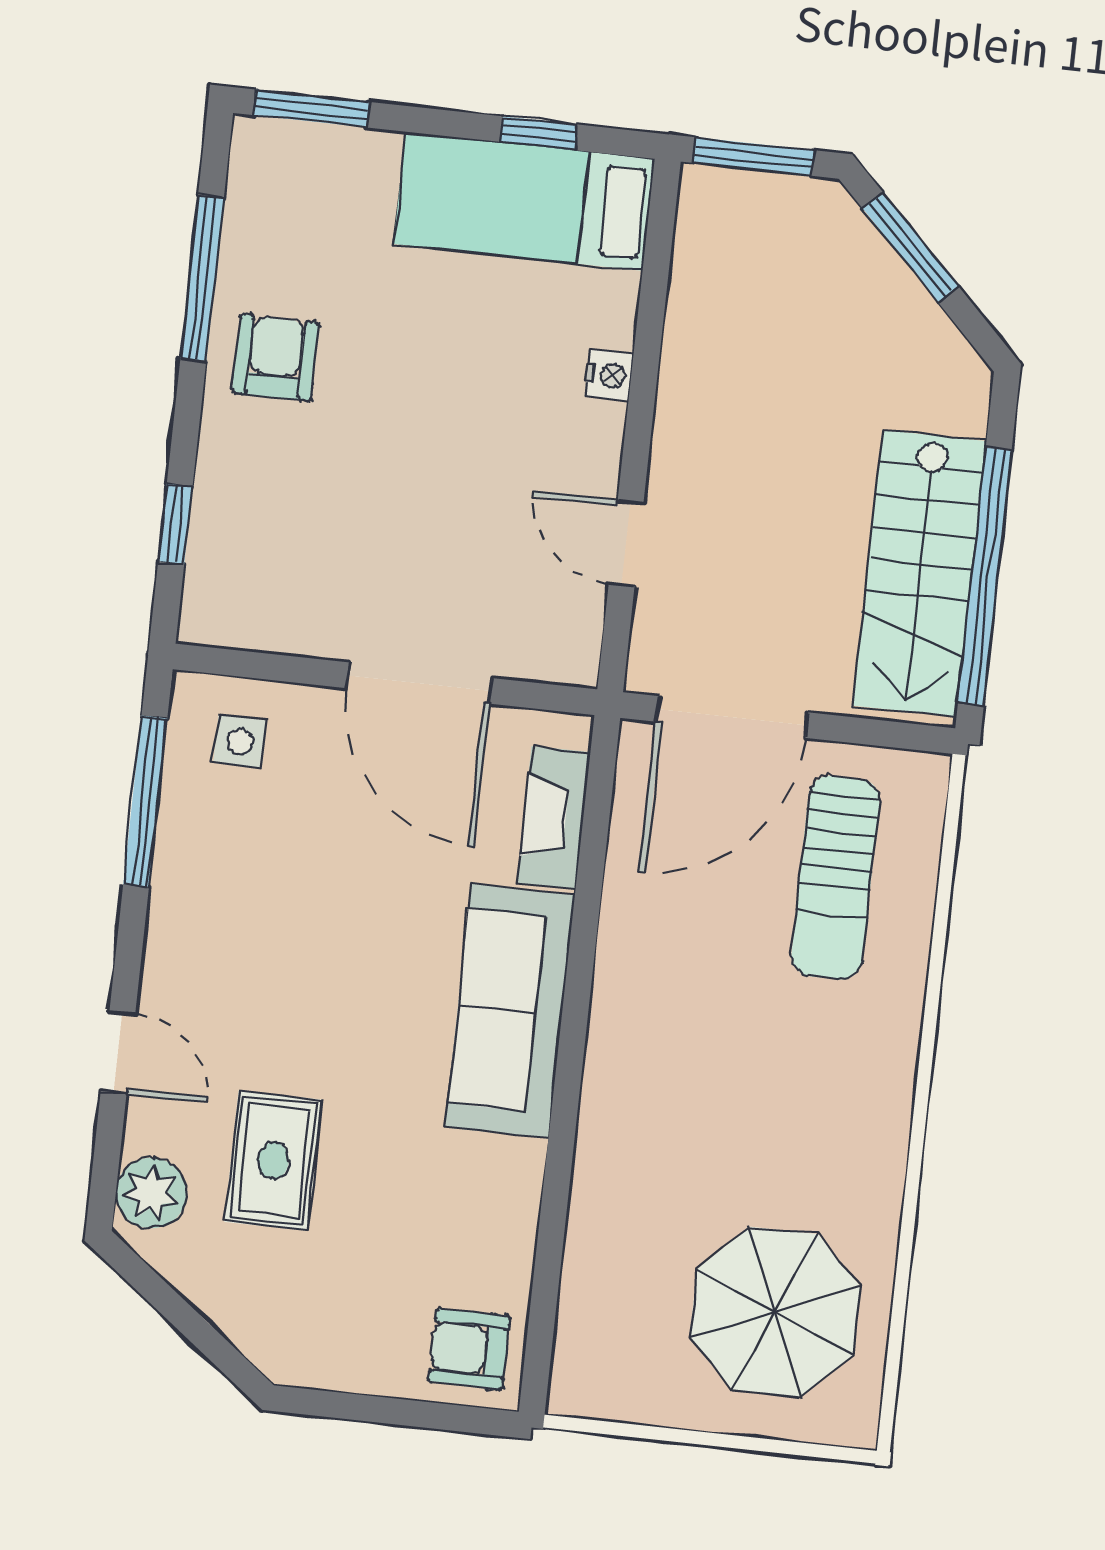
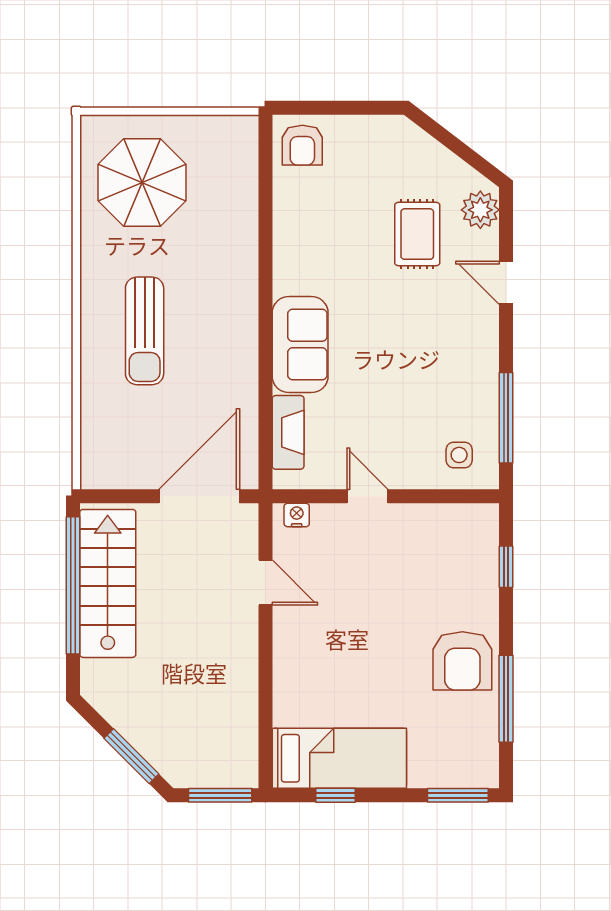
armchair: (276, 358) -> (462, 661), width x1.38, depth x1.38
nightstand: (609, 375) -> (297, 515), moved, turned 90
door: (419, 683) -> (367, 496), width x0.53
sun lounger: (835, 878) -> (145, 331), moved, turned 180
sofa: (510, 1011) -> (300, 345), width x0.73
armchair: (469, 1349) -> (302, 145), turned 90

